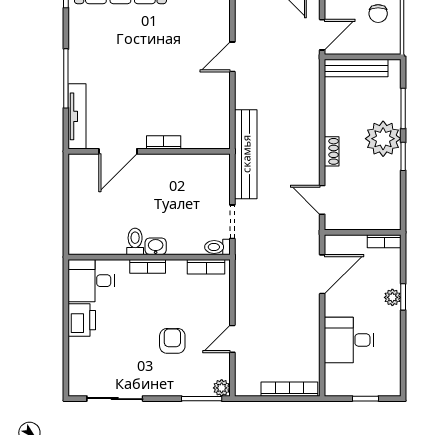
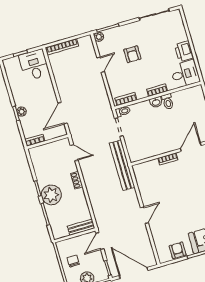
bench: (356, 68) -> (81, 227), width x0.73
desk: (349, 340) -> (34, 65), moved, turned -90

